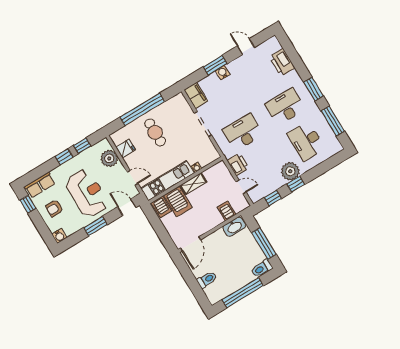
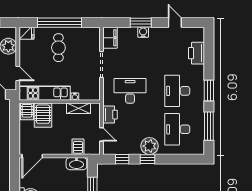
desk: (285, 107) -> (177, 91), turned -90
fridge: (126, 149) -> (26, 33), moved
shelving: (193, 184) -> (78, 108), moved

